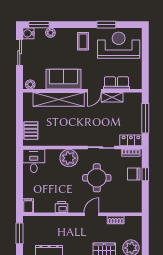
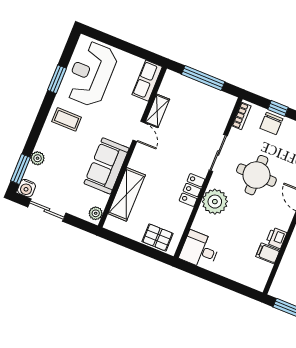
row of seats: (116, 83) -> (147, 81), moved
shelving: (59, 99) -> (127, 194), width x0.68
locker: (131, 140) -> (192, 190), moved
filing cabinet: (28, 206) -> (268, 253), moved

